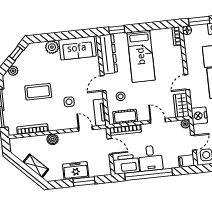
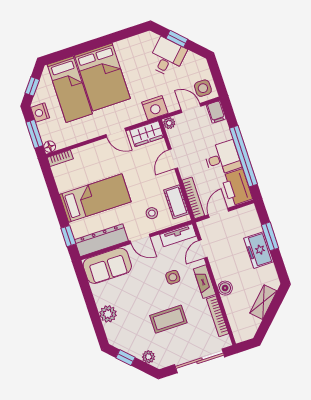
sofa: (77, 48) -> (107, 266), moved, turned 90
coffee table: (38, 92) -> (168, 319), turned 90
fireplace: (61, 125) -> (205, 282), added

